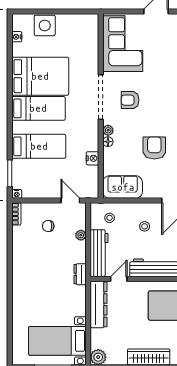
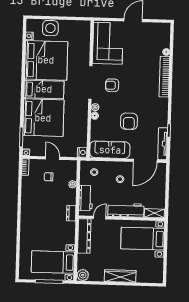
bed: (40, 76) -> (46, 60), width x1.36
bed: (39, 146) -> (43, 118), width x2.04
armchair: (154, 148) -> (129, 121), turned 180
nightstand: (92, 158) -> (82, 152), moved
sofa: (123, 187) -> (110, 150), width x1.36
door: (70, 201) -> (53, 158), moved
workbench: (99, 253) -> (86, 198), width x0.73

